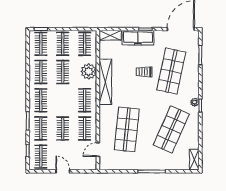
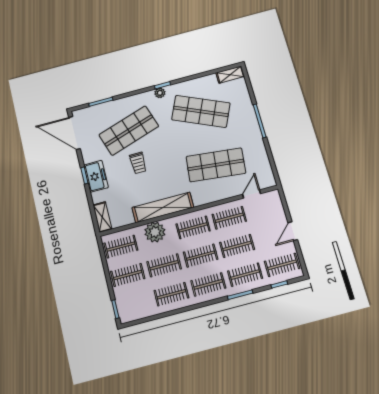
freezer: (138, 38) -> (96, 176), width x0.71
clothes rail: (41, 44) -> (201, 256), moved
shop shelf: (171, 71) -> (129, 131), turned -30
door: (98, 150) -> (252, 194), swing flipped

